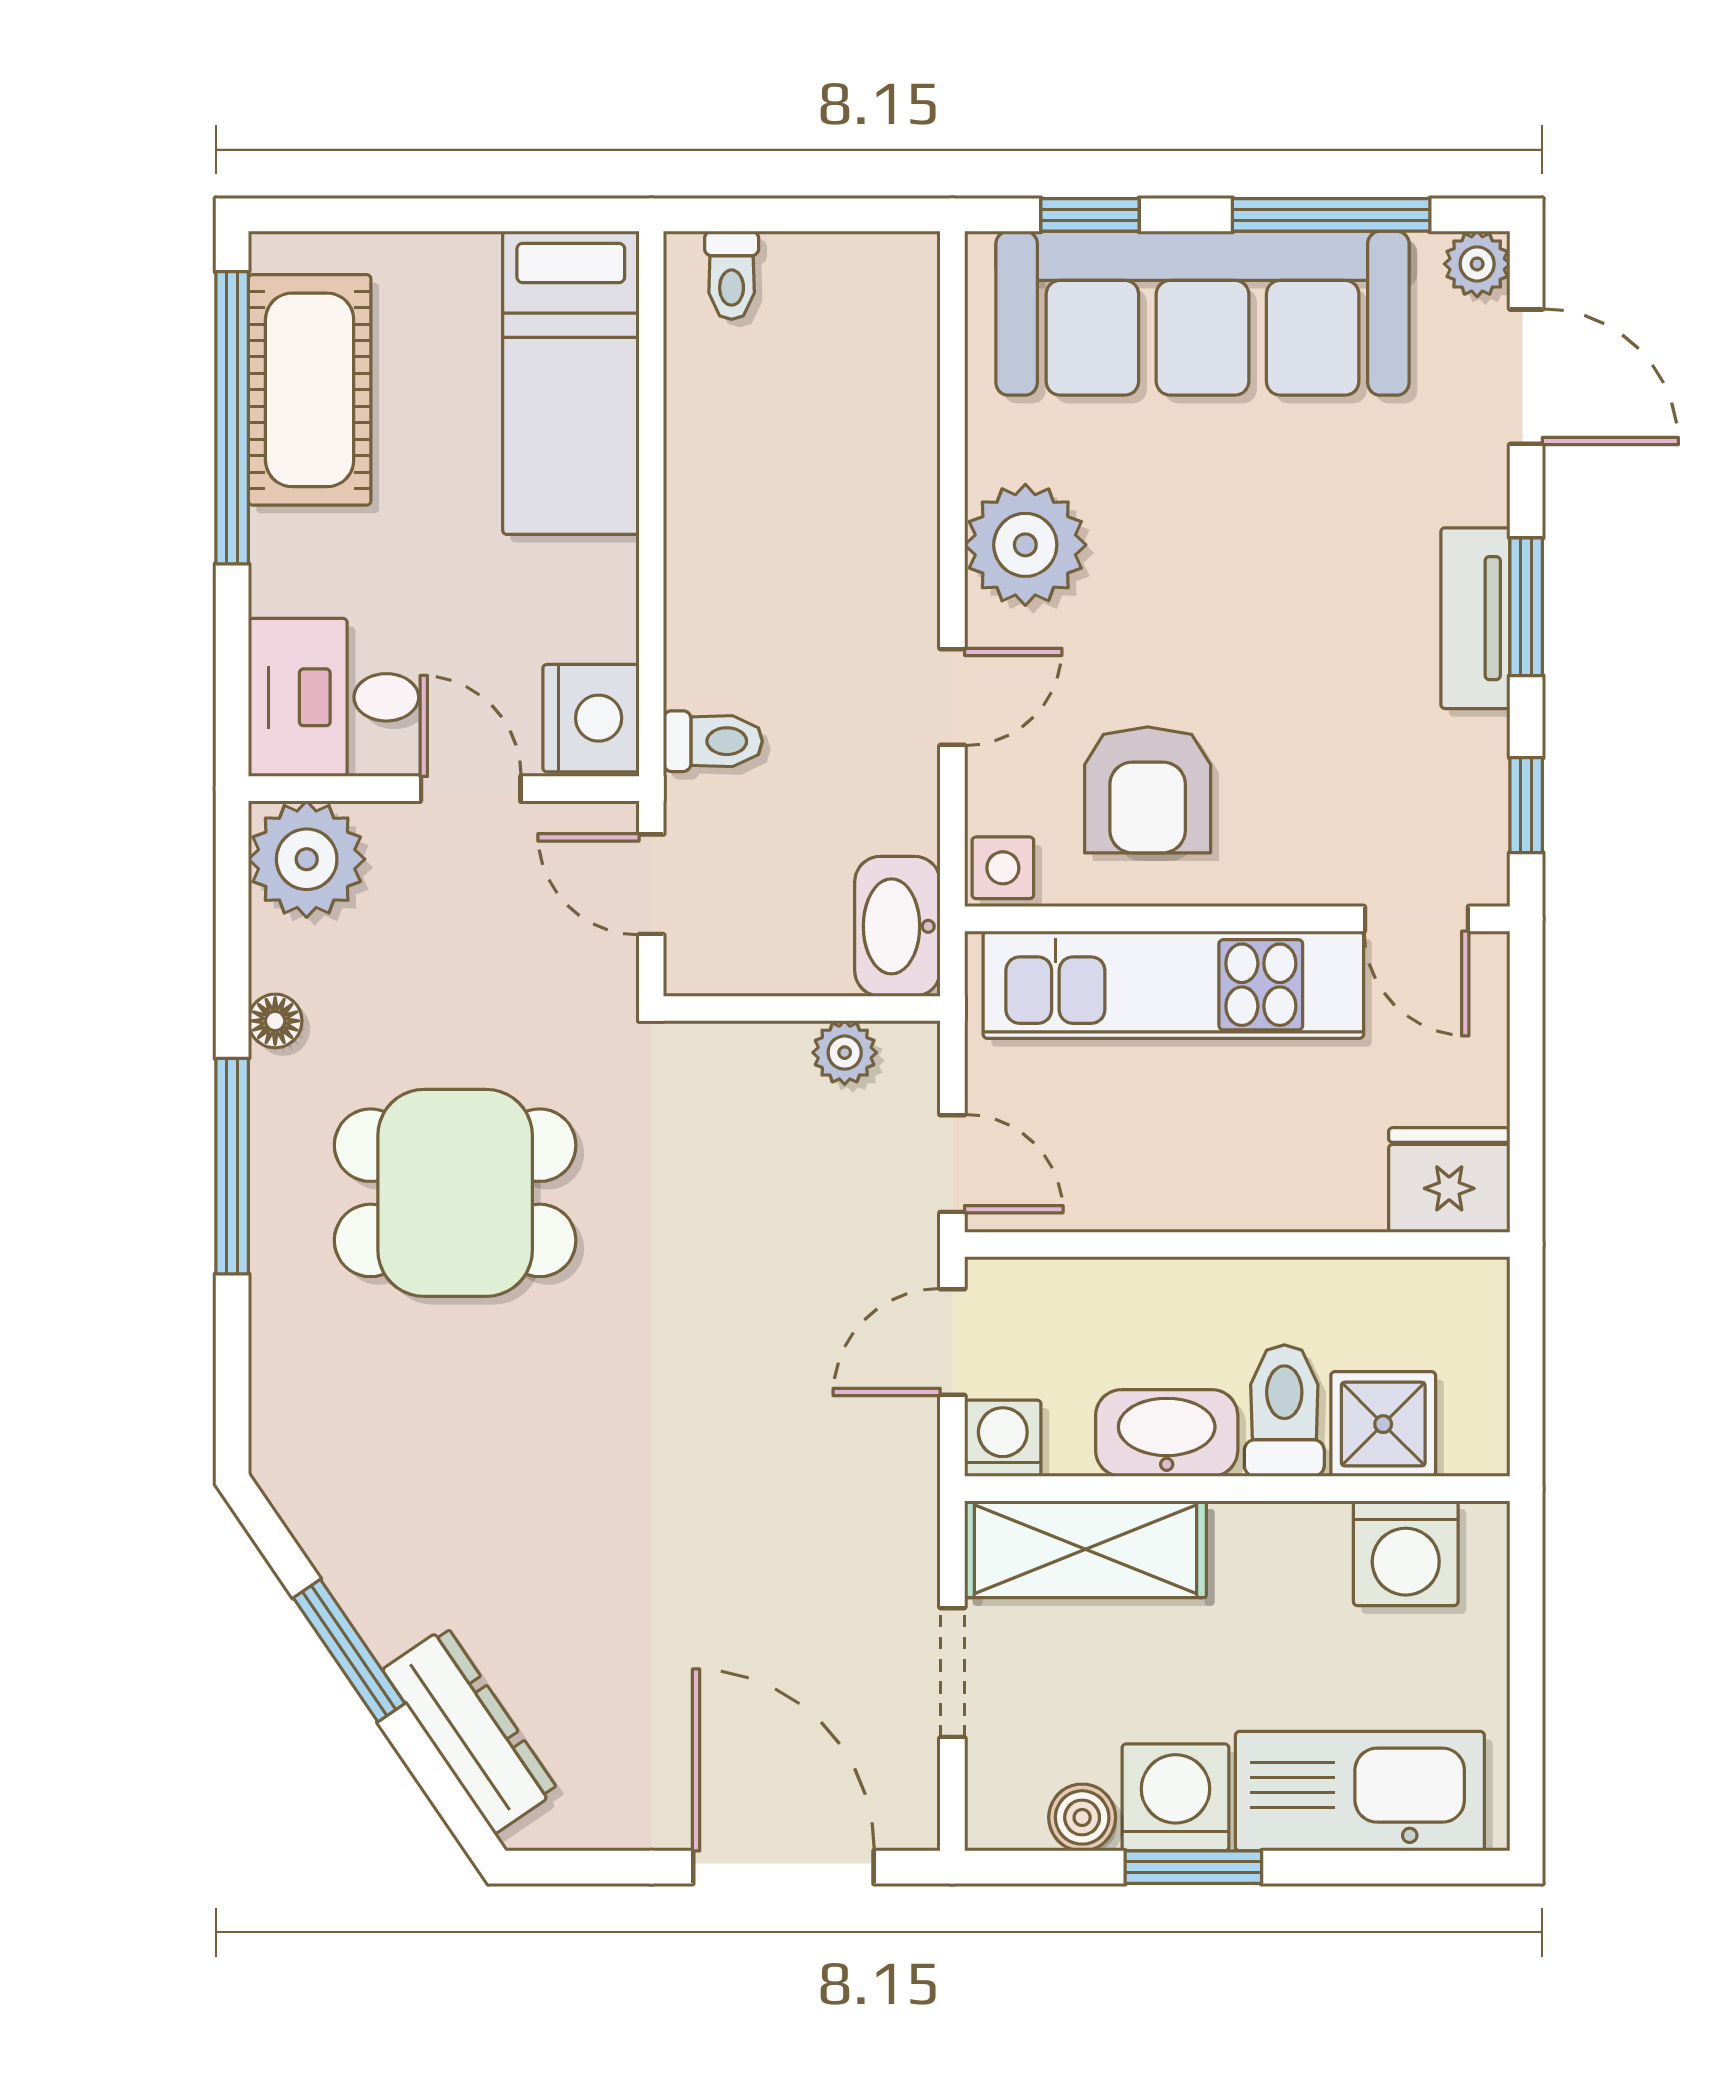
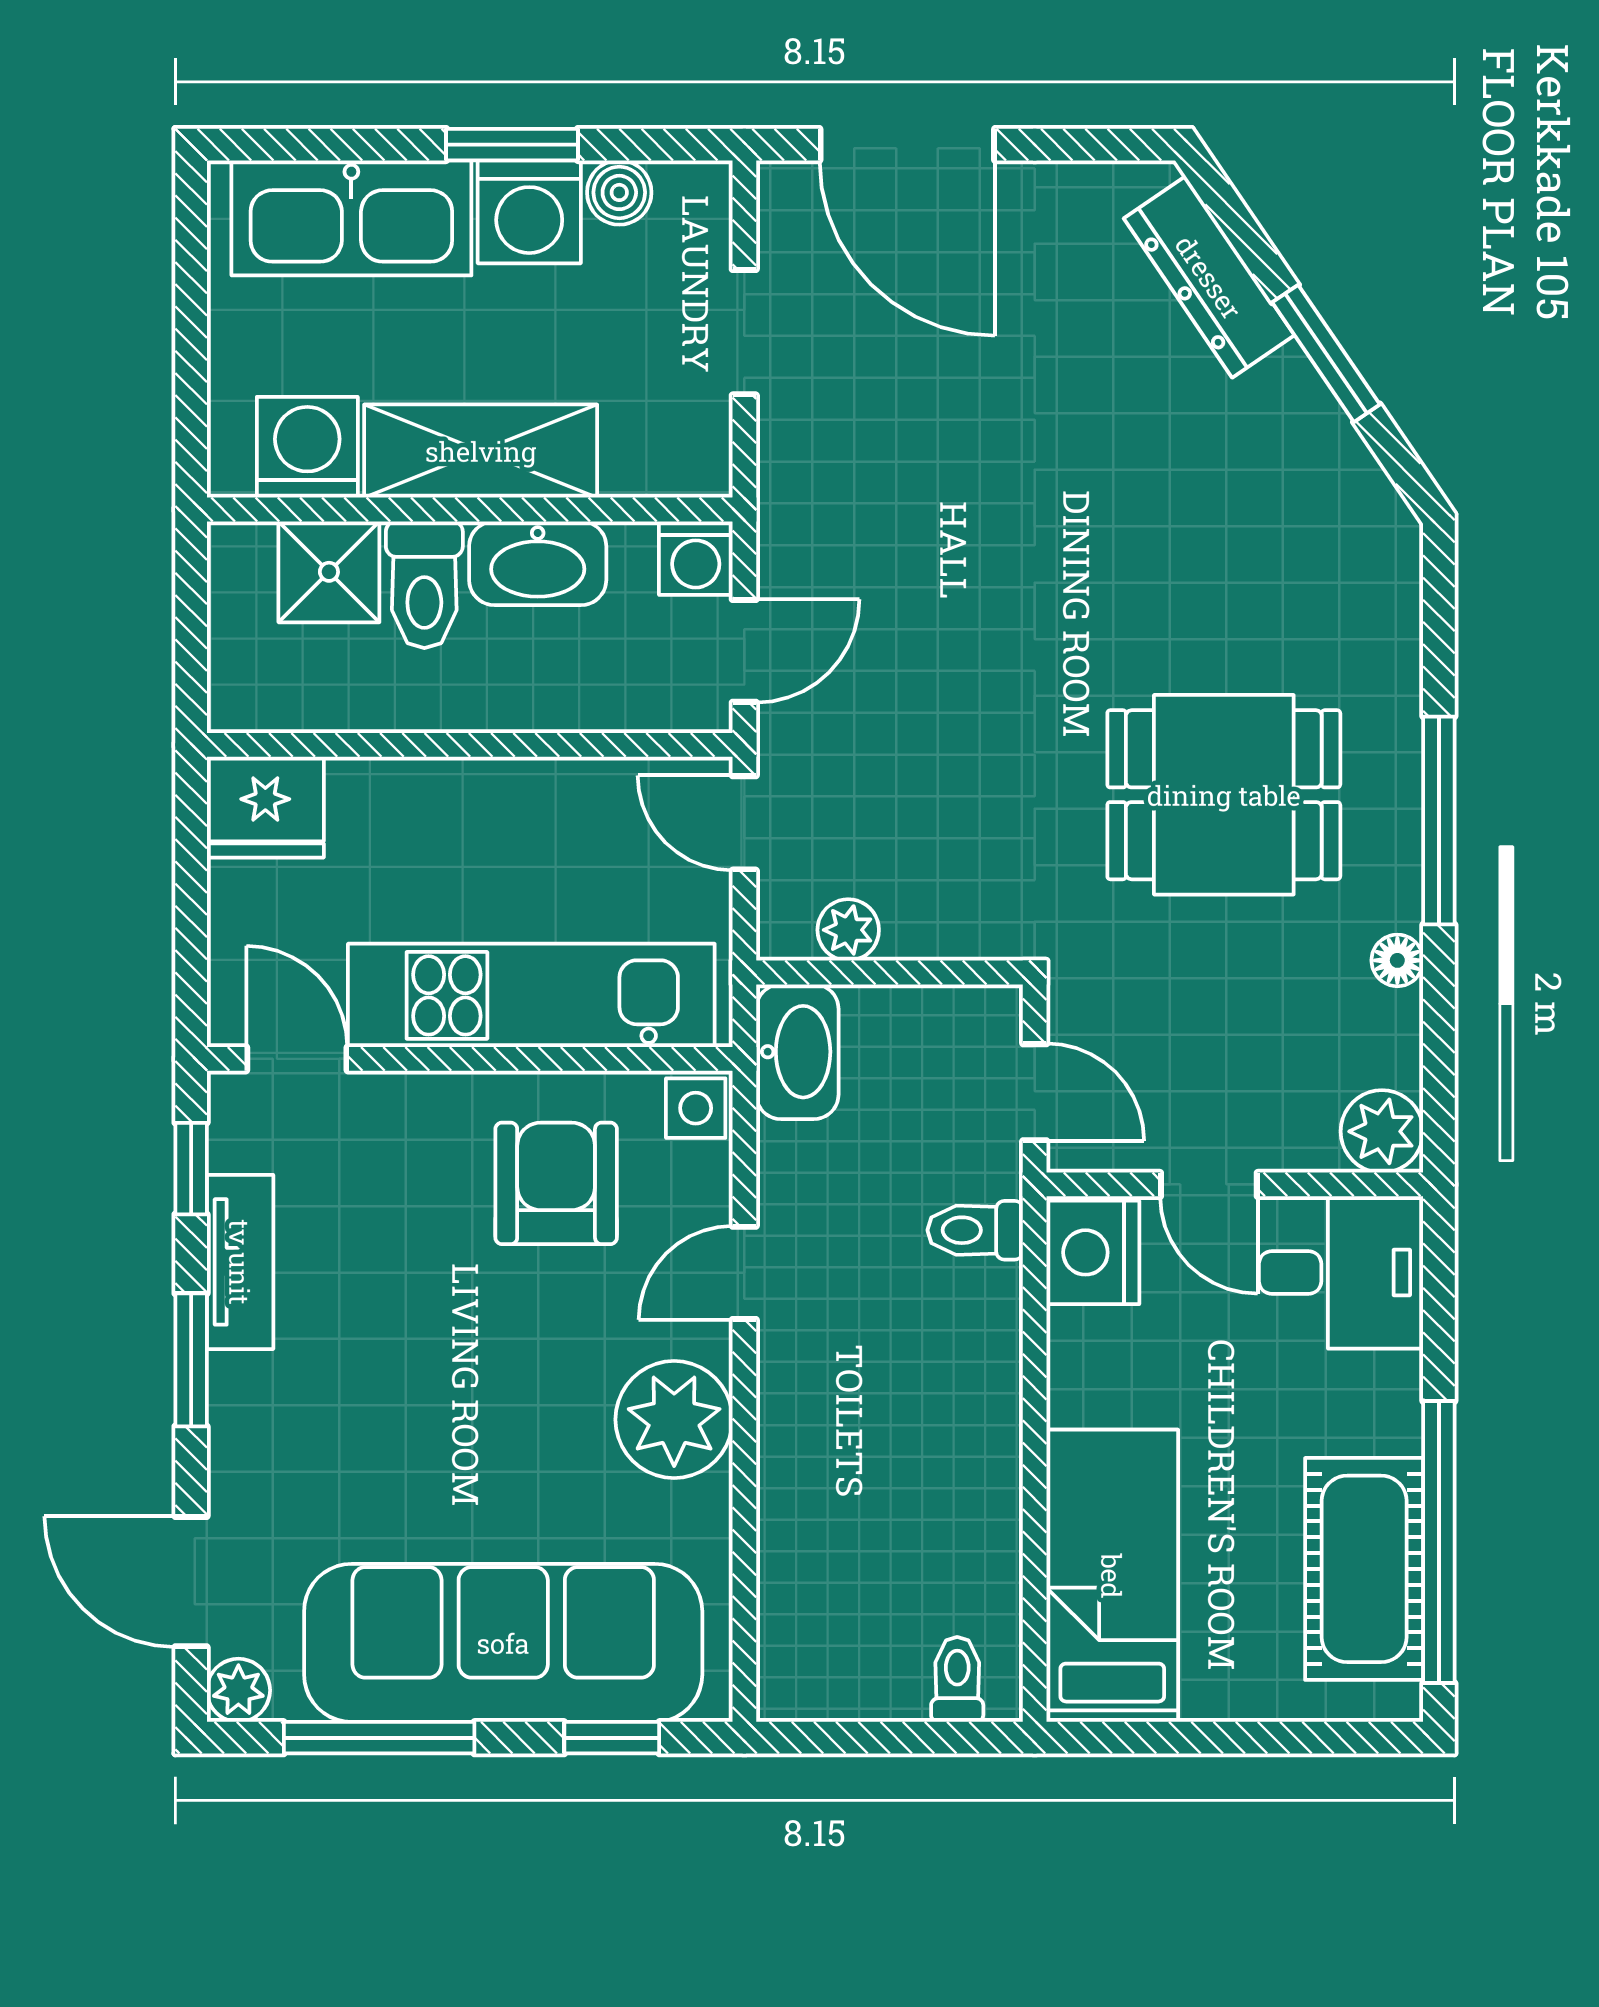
tv unit: (1475, 618) -> (240, 1262), moved
plant: (307, 859) -> (1382, 1131), width x0.73, depth x0.73
shelving: (1085, 1549) -> (481, 451), moved

